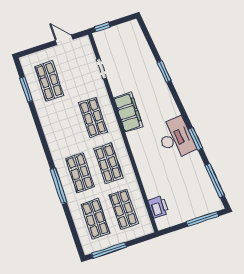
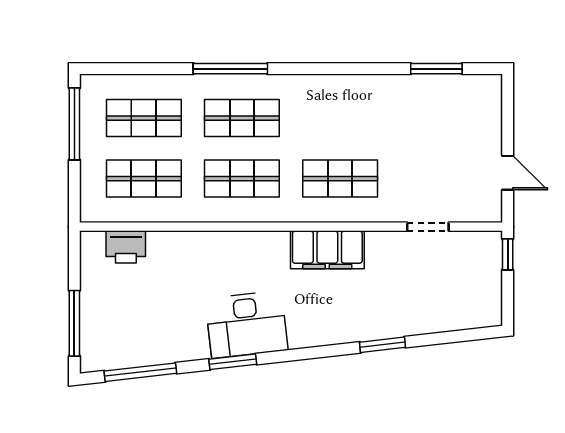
door: (64, 40) -> (508, 173), hinge flipped
shop shelf: (49, 81) -> (438, 118), removed

